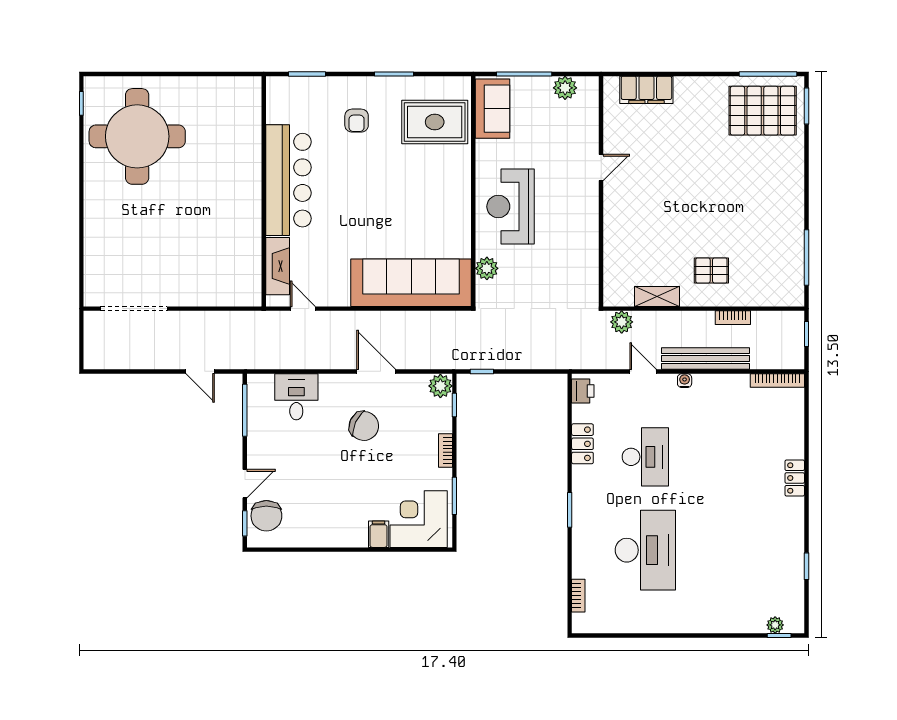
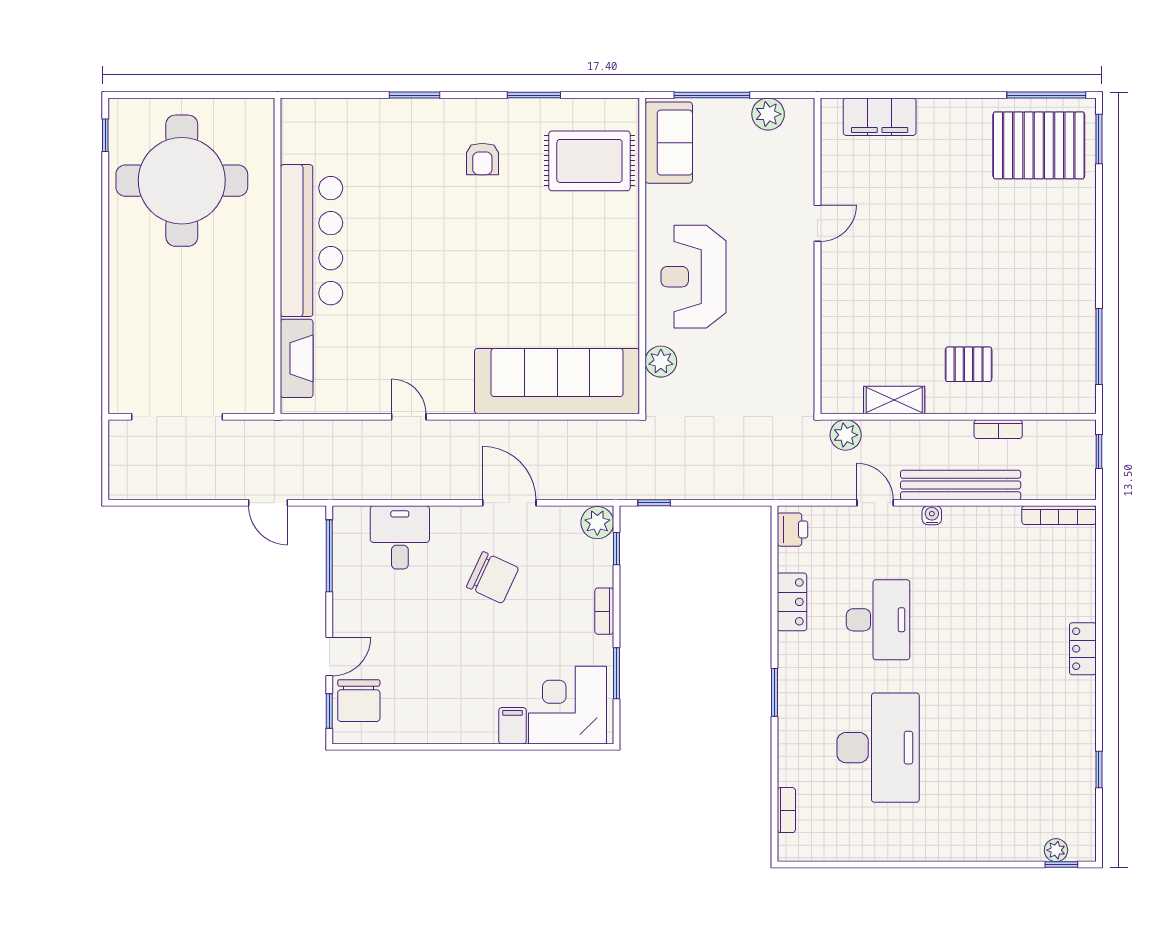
bar counter: (288, 180) -> (311, 241), moved
wall: (264, 191) -> (278, 256), moved
fireplace: (278, 266) -> (297, 358), moved

